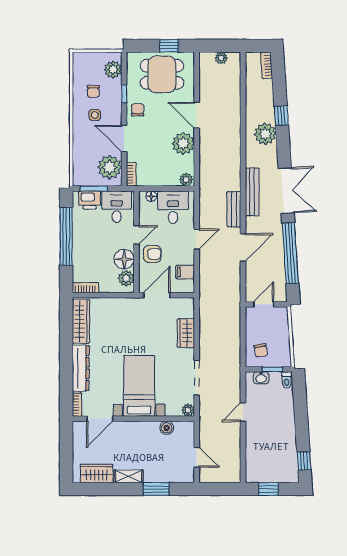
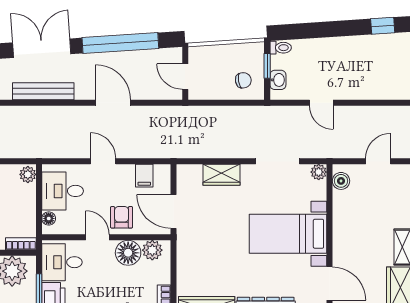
bench: (234, 209) -> (65, 114), removed
boiler: (167, 428) -> (341, 181), moved

